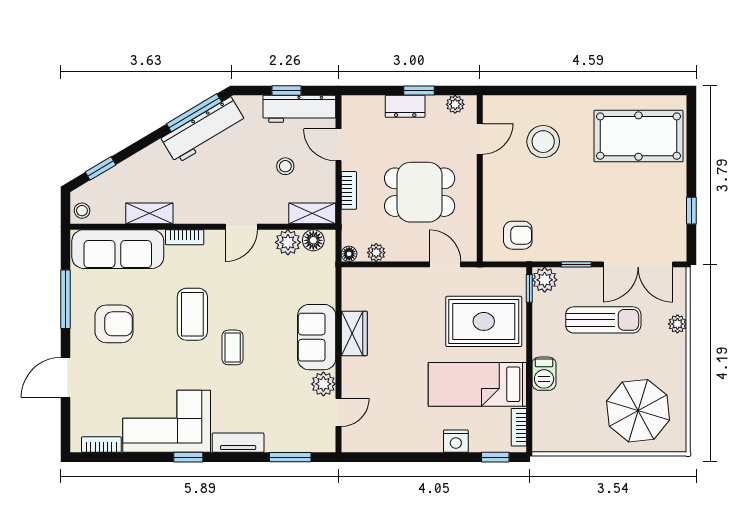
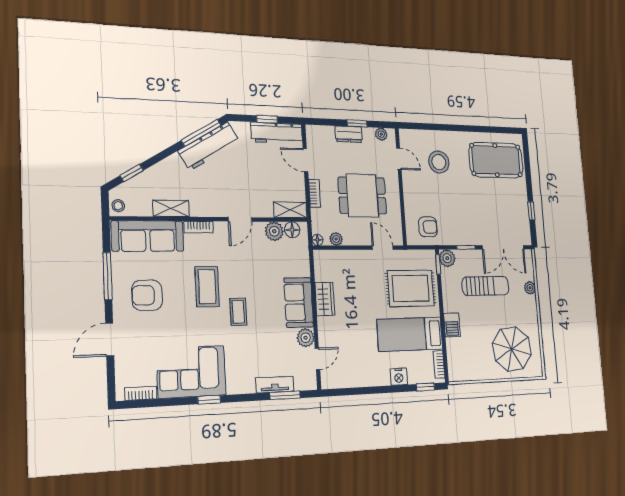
door: (480, 139) -> (399, 159), hinge flipped
stool: (285, 166) -> (269, 175), removed
armchair: (114, 324) -> (147, 295), turned 180
tv unit: (238, 443) -> (275, 385), moved

